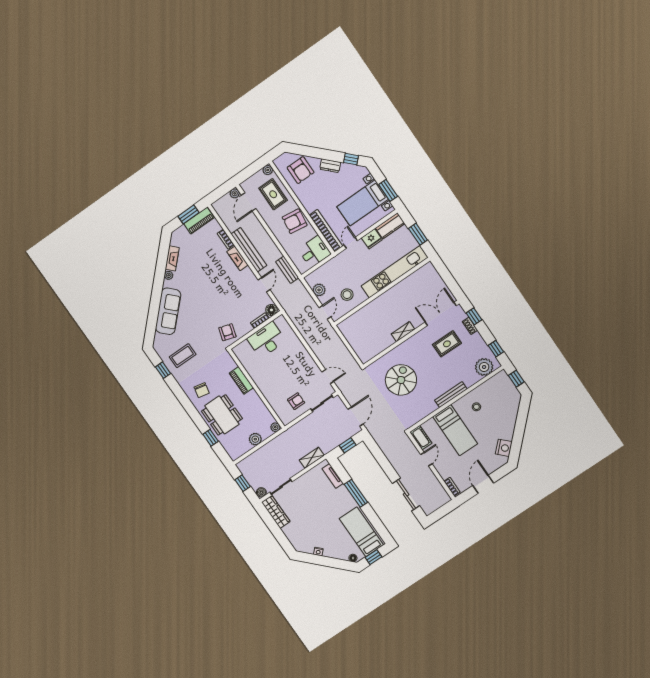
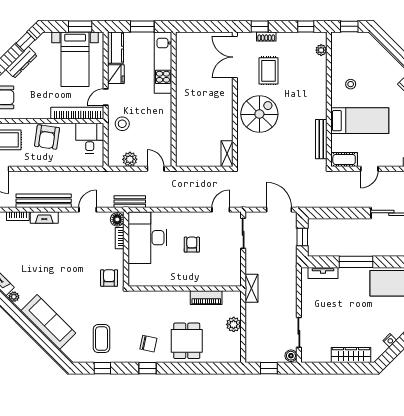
dresser: (330, 166) -> (21, 62), width x1.44
door: (351, 243) -> (106, 97), hinge flipped
bench: (287, 270) -> (130, 202), moved
kitchen unit: (395, 272) -> (163, 63), width x0.73
door: (264, 285) -> (88, 210), hinge flipped
stool: (347, 295) -> (122, 124), moved
armchair: (227, 332) -> (109, 278), turned 73
shelving: (403, 332) -> (227, 154), moved
desk: (267, 340) -> (148, 238), width x1.36, depth x1.30
plant: (484, 367) -> (321, 50), width x0.53, depth x0.53
piano: (241, 380) -> (206, 298), moved
spiral stairs: (401, 380) -> (259, 114), moved, turned 90
bench: (451, 395) -> (321, 139), moved
armchair: (296, 401) -> (192, 245), moved
dining table: (222, 415) -> (187, 341), width x0.73
plant: (275, 427) -> (235, 296), removed
window: (211, 438) -> (148, 368), moved
shelving: (312, 458) -> (251, 288), moved
door: (426, 459) -> (369, 169), swing flipped
wardrobe: (276, 512) -> (351, 355), moved

